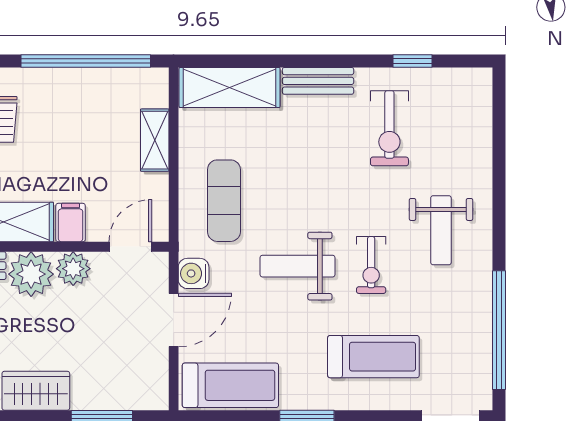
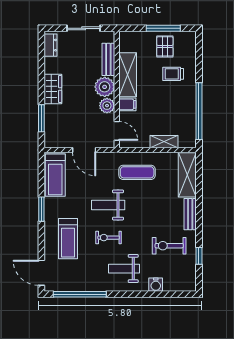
weight bench: (298, 266) -> (108, 205), turned -90
water cooler: (194, 273) -> (156, 285), moved, turned 180

